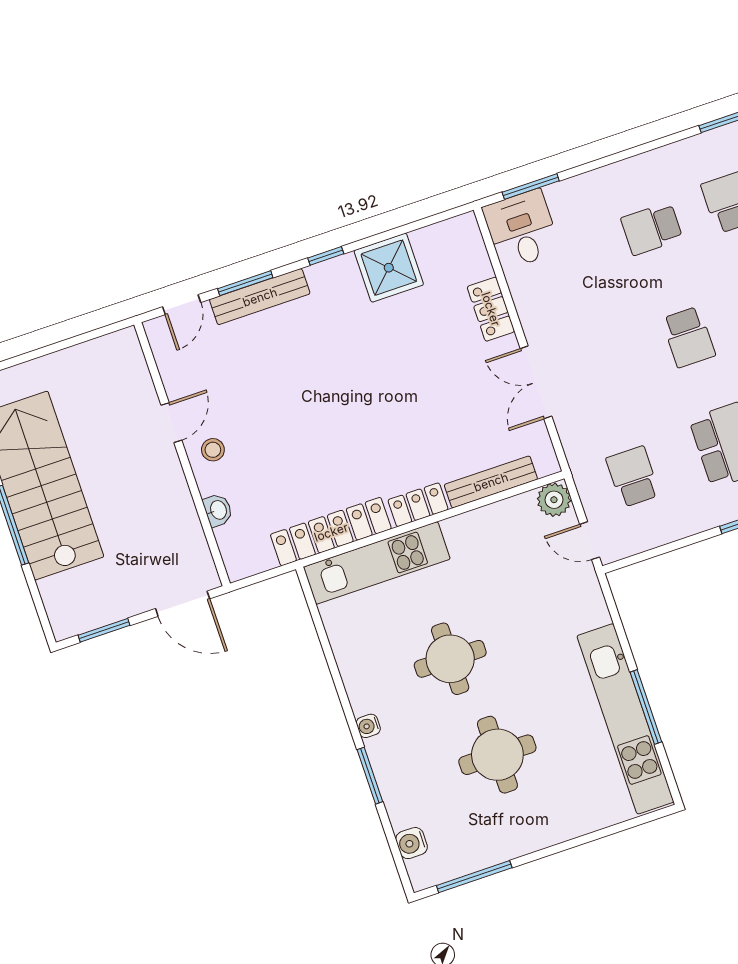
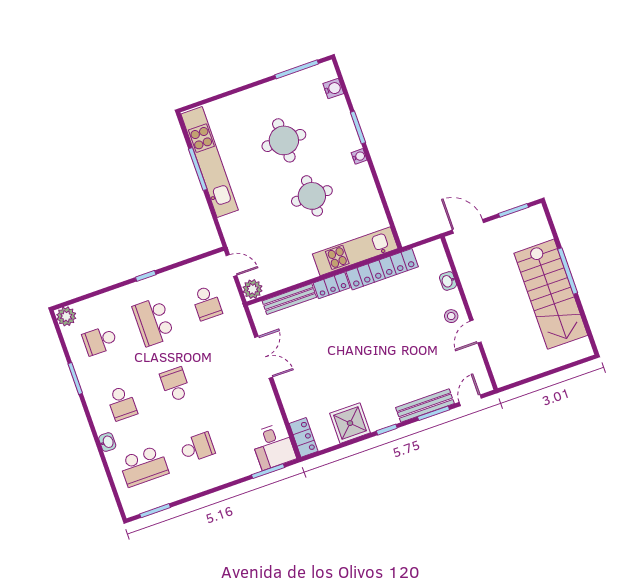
locker: (491, 309) -> (304, 437), moved

